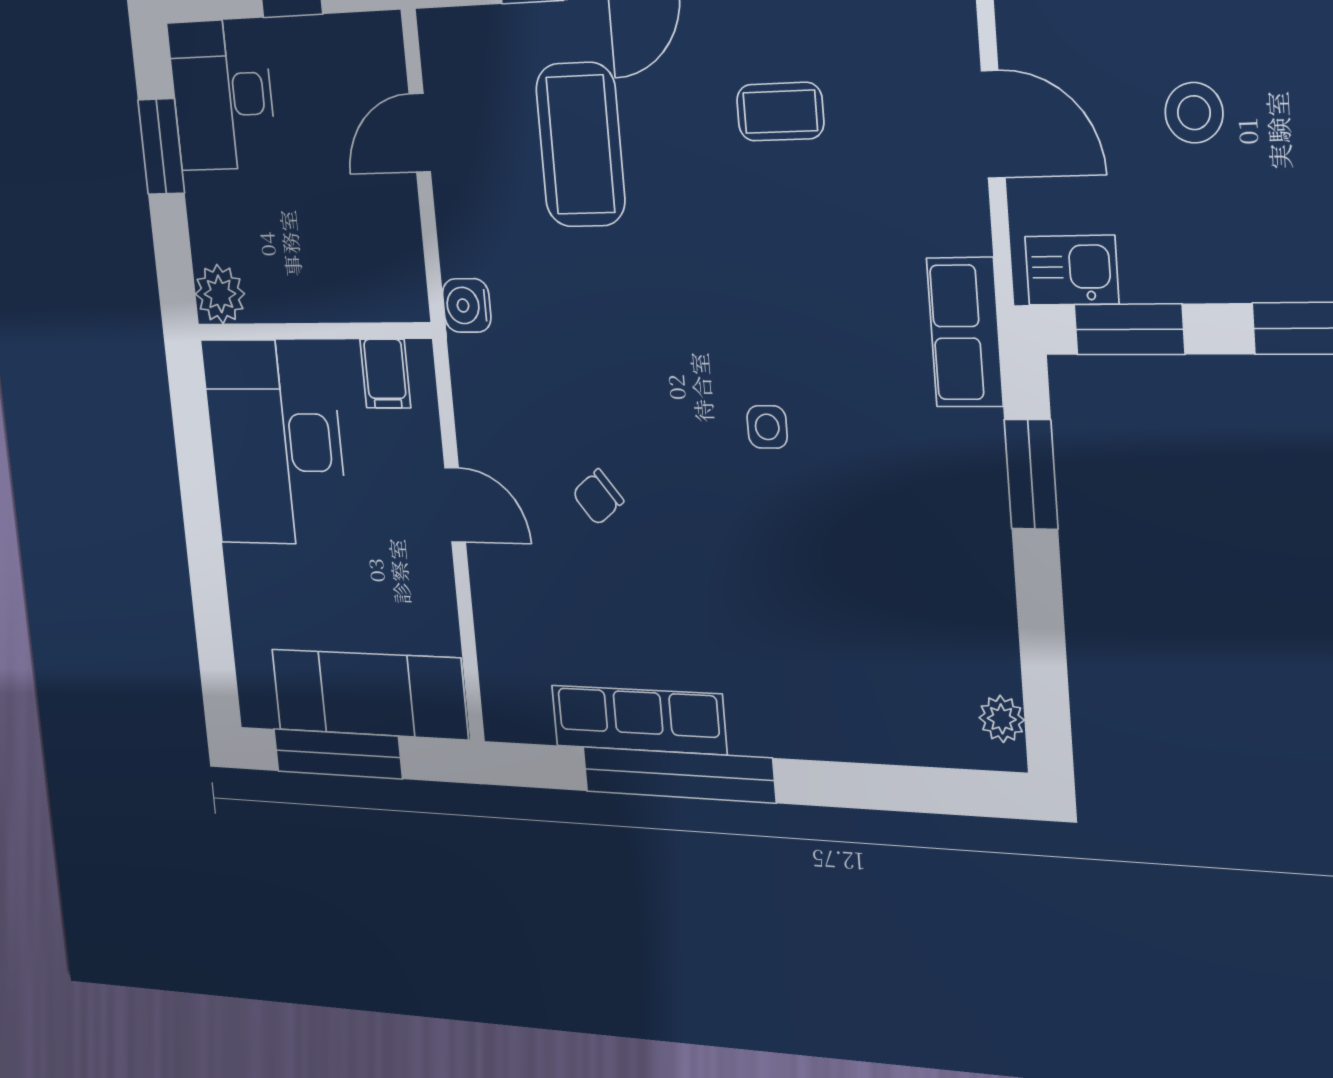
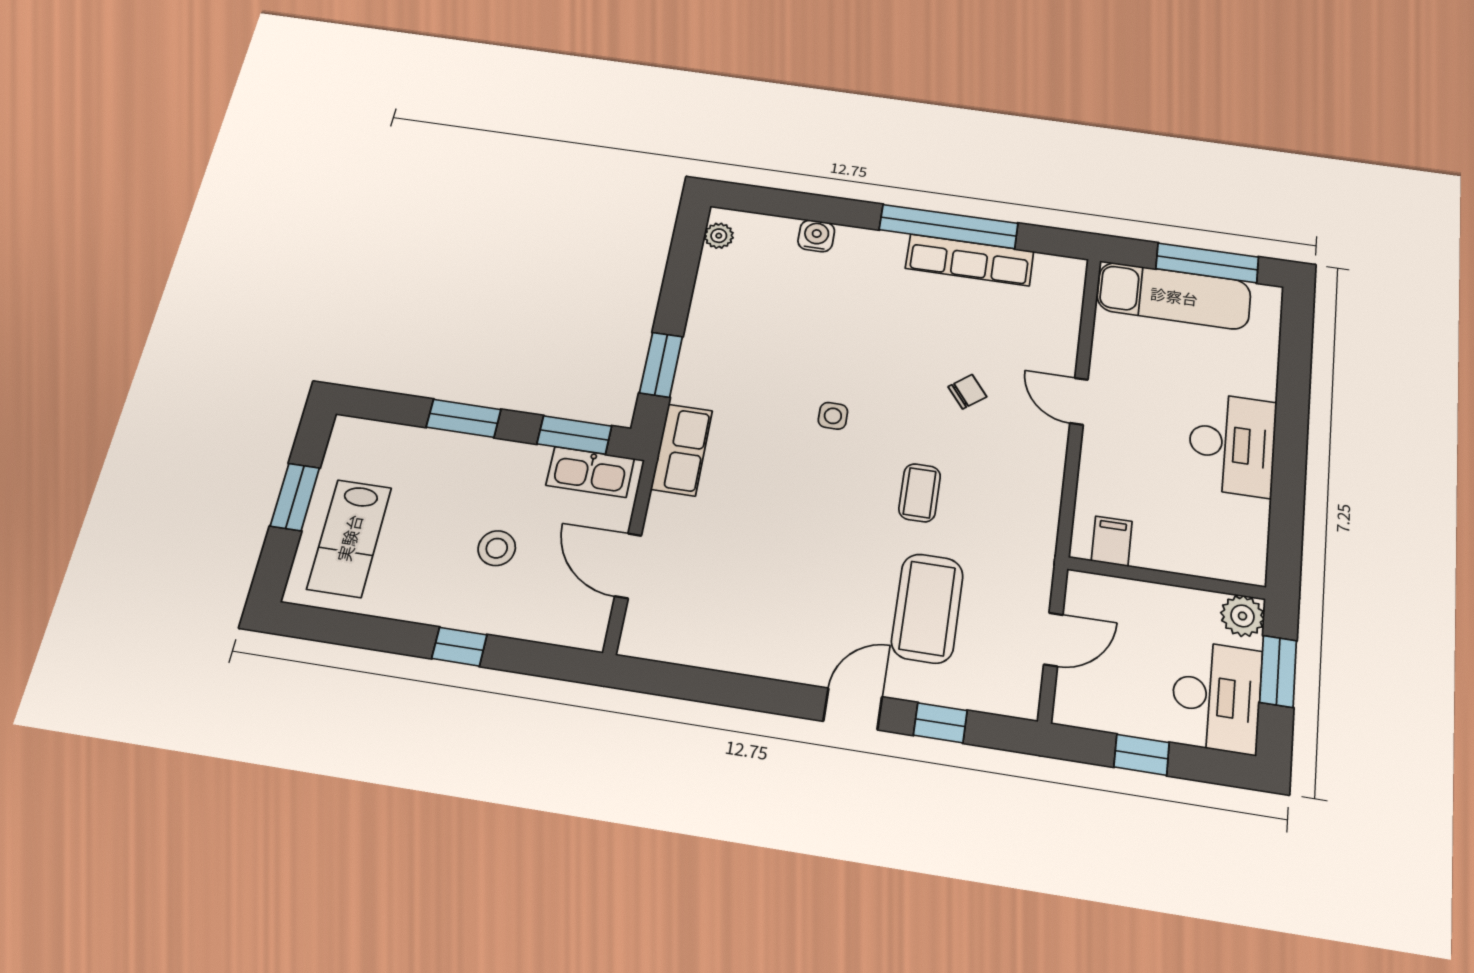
coffee table: (780, 112) -> (920, 493), moved, turned 90
kitchen sink: (1072, 270) -> (590, 472), width x1.38
plant: (220, 294) -> (1242, 616), moved
water cooler: (467, 305) -> (816, 236), moved, turned -90
wall: (313, 331) -> (1166, 578), moved
filing cabinet: (385, 374) -> (1112, 541), moved
desk: (275, 442) -> (1232, 444), width x0.73, depth x0.77

